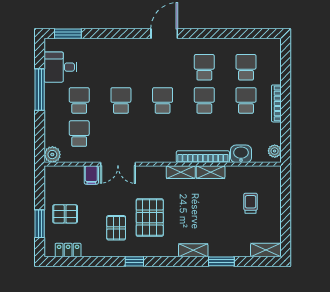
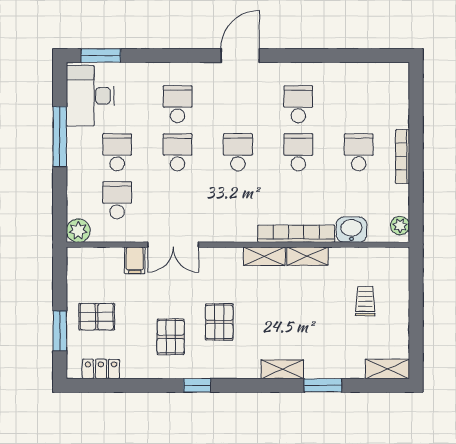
desk: (61, 67) -> (90, 96), width x1.37
school desk: (246, 67) -> (178, 104), moved
pallet: (150, 218) -> (219, 322), width x0.67, depth x0.71

